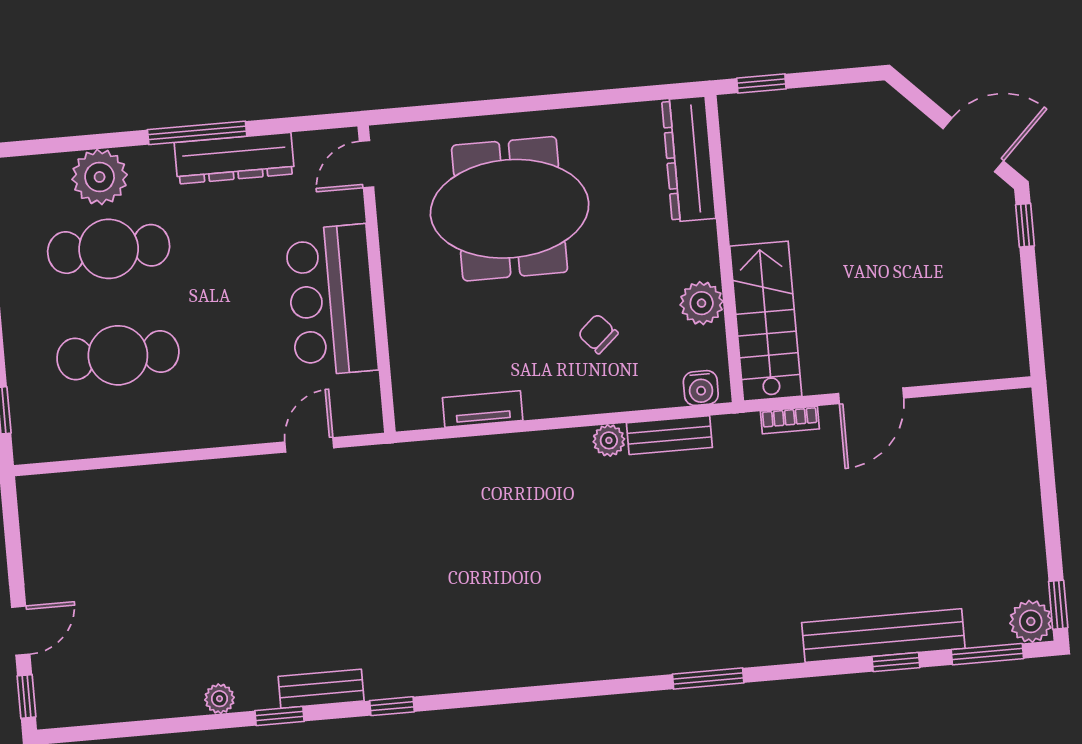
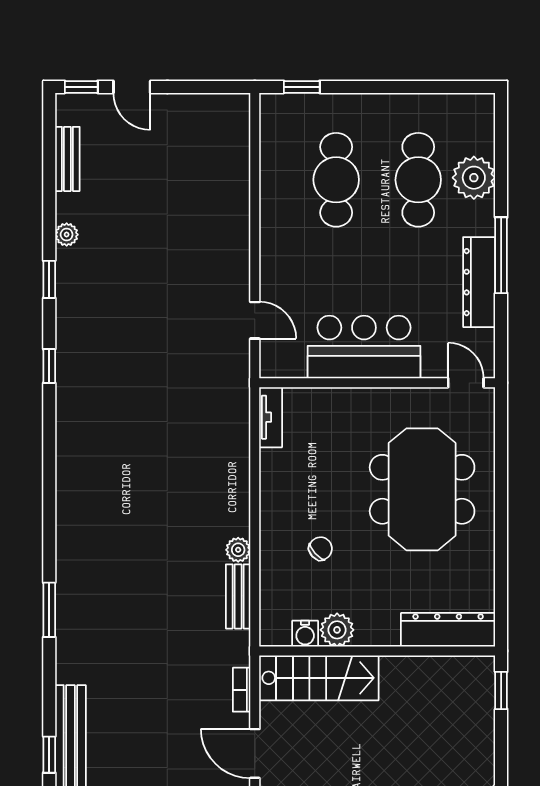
water cooler: (701, 388) -> (305, 634), moved, turned -90
tv unit: (483, 409) -> (271, 417), moved
bench: (321, 689) -> (67, 159), moved

